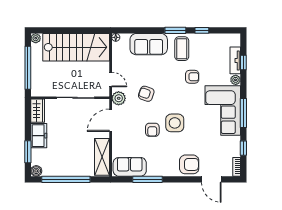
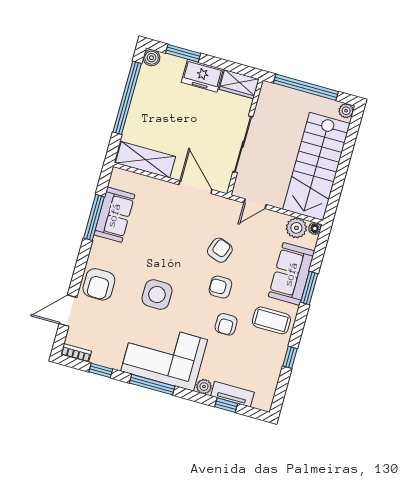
window: (175, 30) -> (309, 288), moved
plant: (119, 98) -> (296, 228), moved
side table: (175, 123) -> (157, 295), moved
armchair: (152, 130) -> (220, 287), moved
sofa: (130, 167) -> (114, 215), moved

